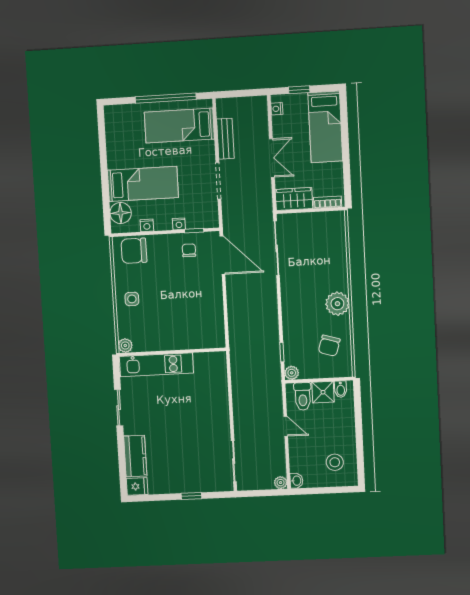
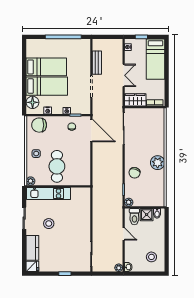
bed: (179, 126) -> (46, 67), moved, turned 180
cafe table: (168, 319) -> (57, 166), added
chair: (329, 346) -> (135, 173), moved
stool: (160, 415) -> (49, 224), added

